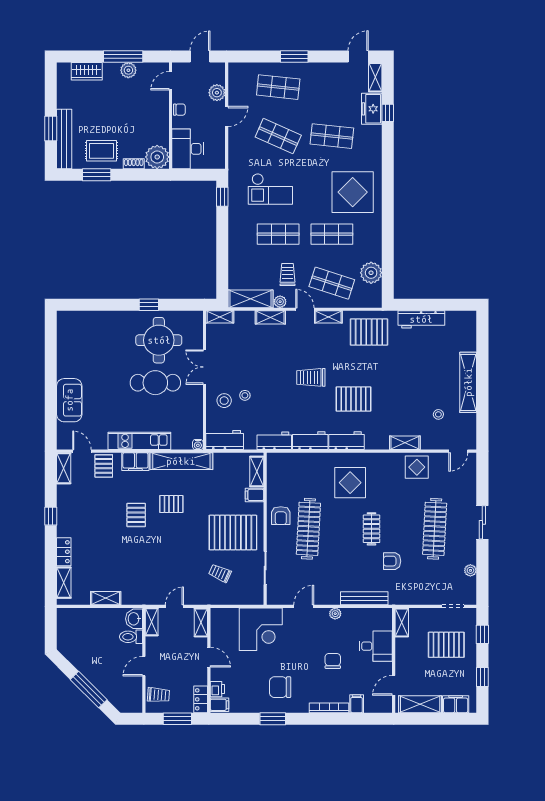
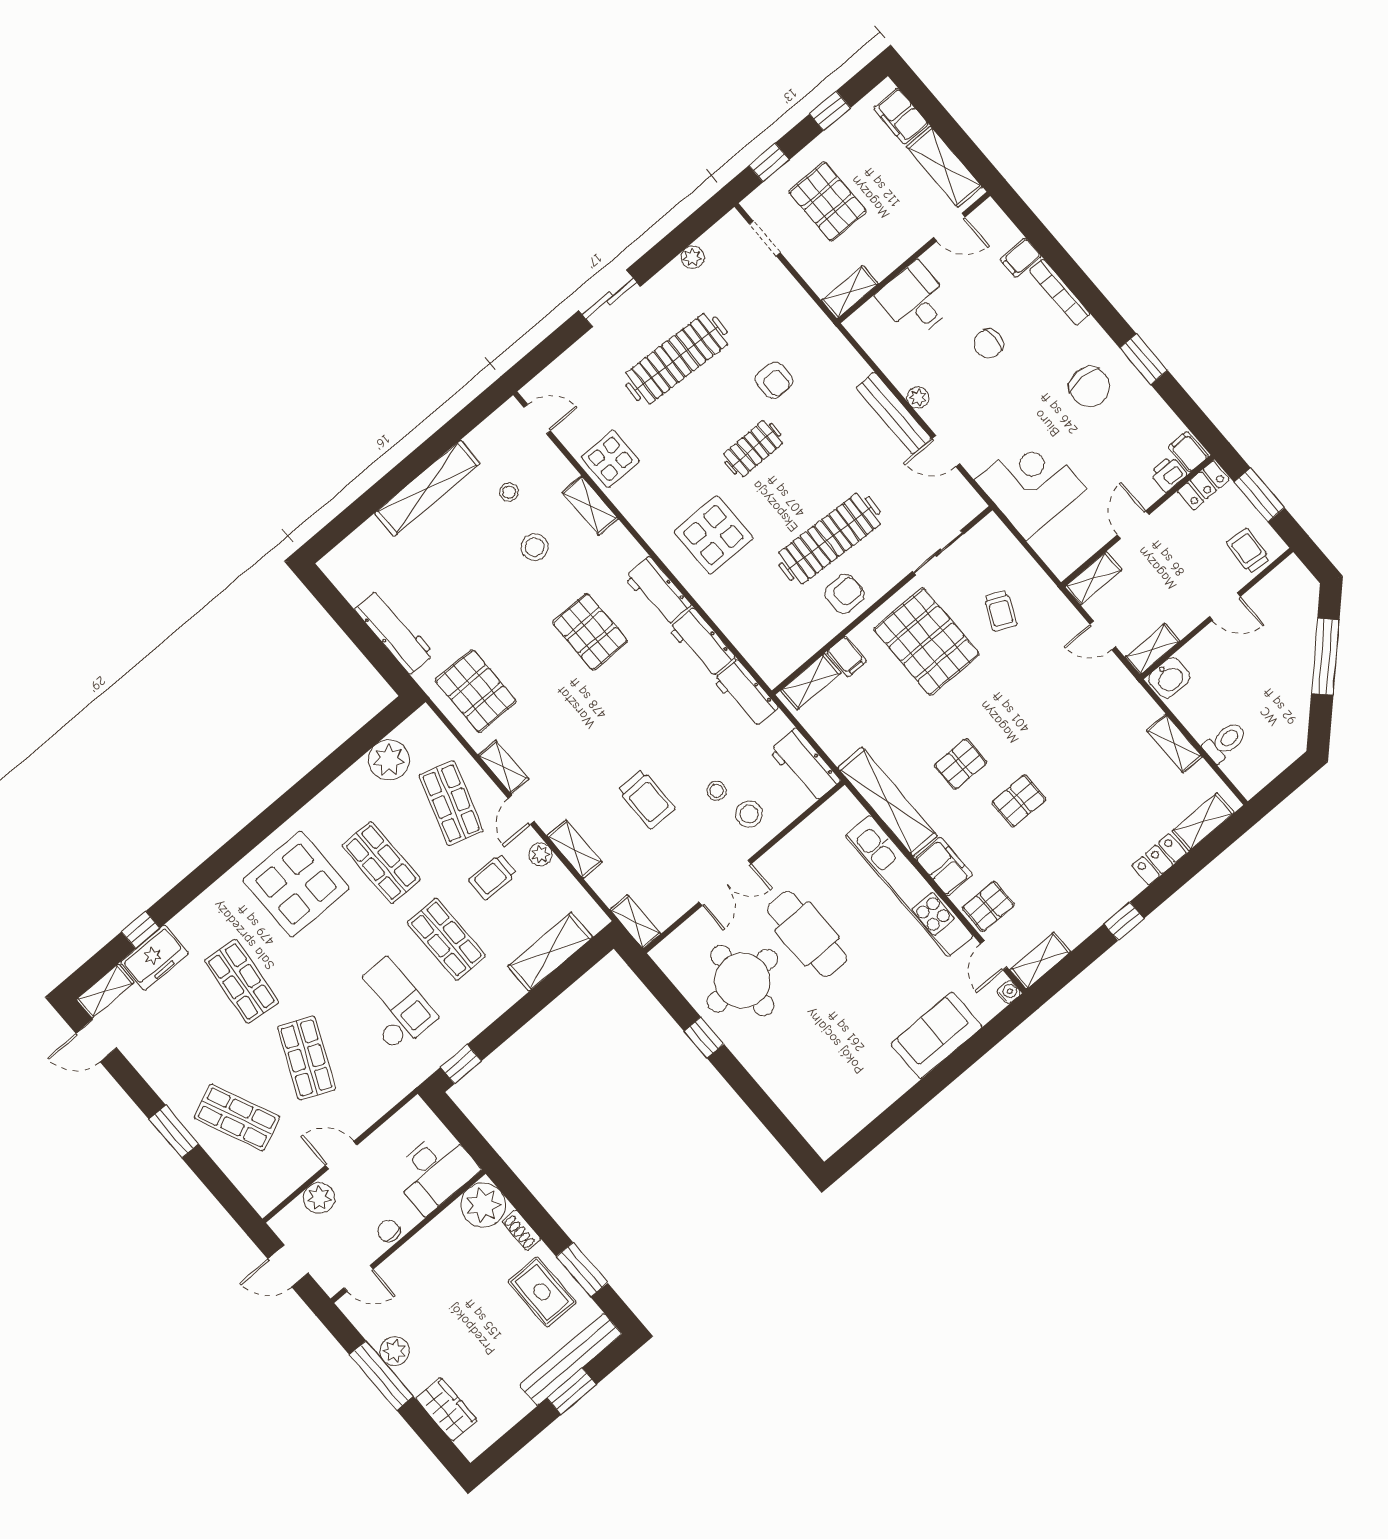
shop shelf: (278, 87) -> (237, 1117), turned -30
shelving: (250, 299) -> (550, 952), moved, turned 90
trolley: (311, 377) -> (646, 799), moved
stool: (407, 406) -> (535, 547), added
kitchen unit: (139, 441) -> (909, 886), width x1.36
water cooler: (198, 445) -> (1009, 992), moved
pallet: (171, 504) -> (961, 764), turned 90
bench: (364, 598) -> (894, 413), moved
toilet: (131, 637) -> (1225, 742), moved, turned -90

